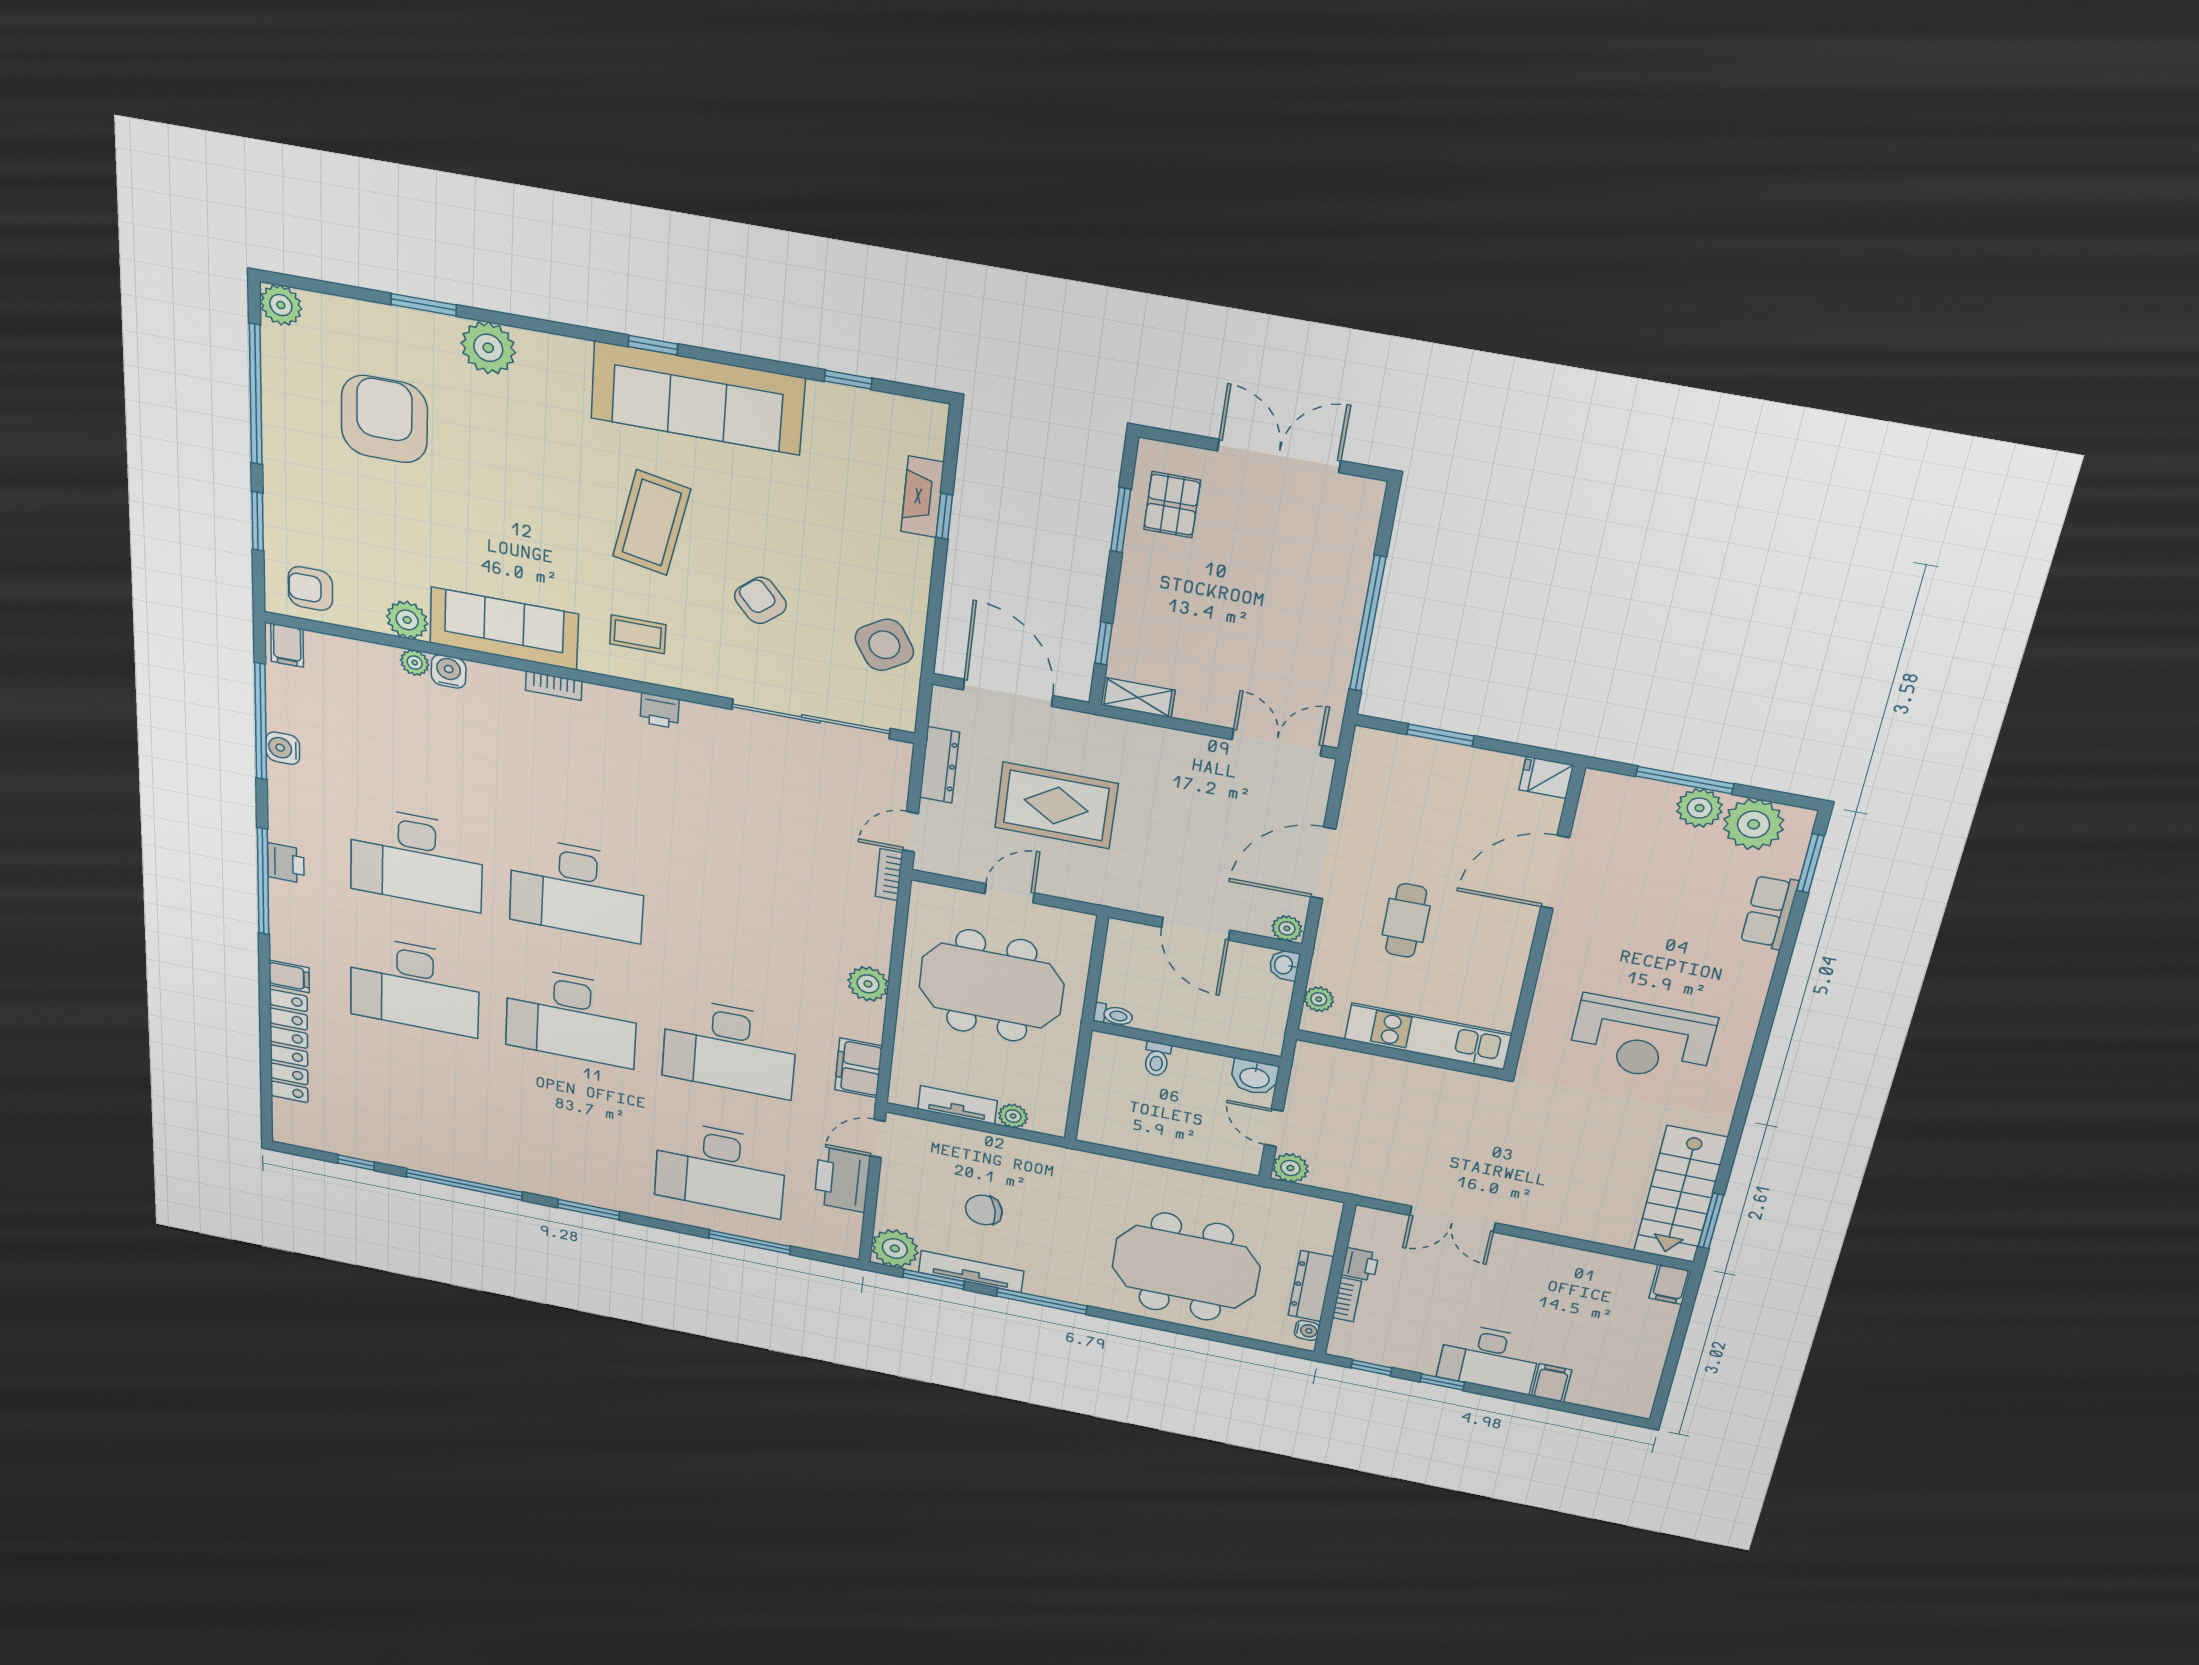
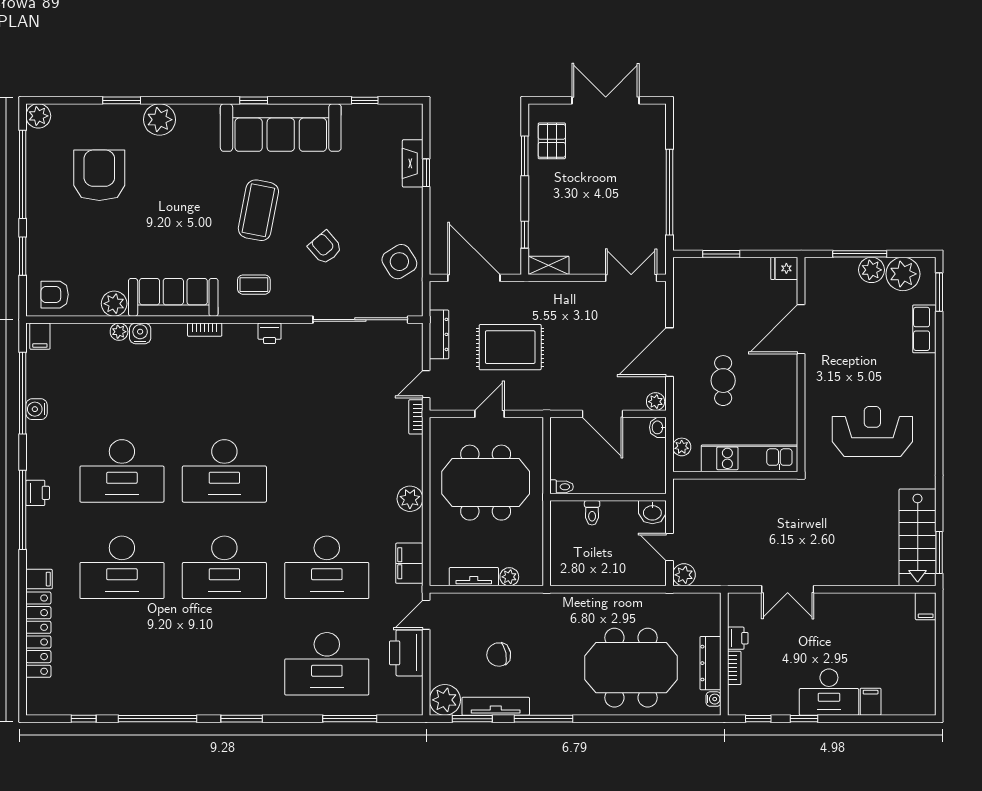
reception desk: (1642, 1039) -> (872, 432), turned 180

